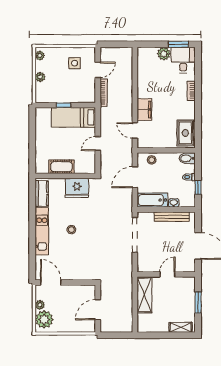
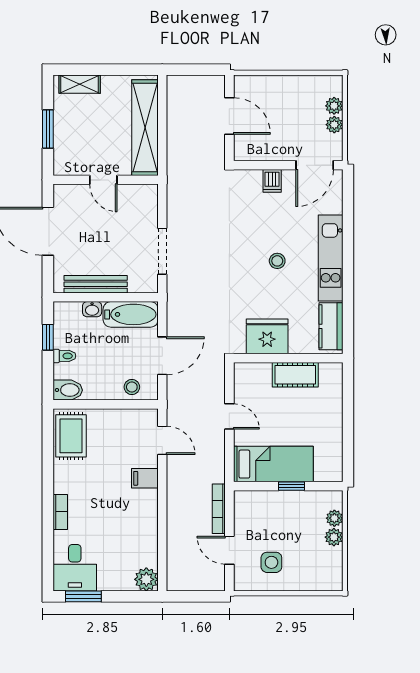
plant: (164, 54) -> (146, 579), moved
plant: (40, 55) -> (334, 518), moved
door: (98, 70) -> (229, 550), hinge flipped
filing cabinet: (144, 110) -> (145, 478), width x0.50
door: (98, 144) -> (229, 416), hinge flipped
doorway: (135, 235) -> (162, 251), width x0.73
dishwasher: (74, 274) -> (272, 181), added
door: (167, 274) -> (103, 180), hinge flipped
door: (51, 283) -> (315, 165), hinge flipped
shelving: (144, 295) -> (145, 128), width x1.47
door: (98, 310) -> (229, 116), hinge flipped
plant: (44, 319) -> (334, 106), width x0.53, depth x0.53

